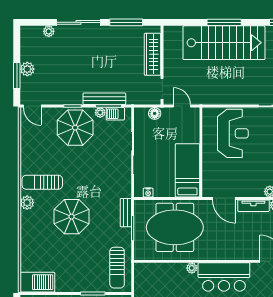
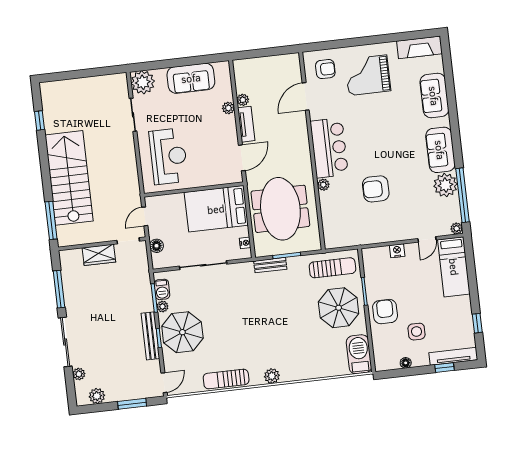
window: (224, 22) -> (51, 220), moved
wardrobe: (153, 54) -> (99, 255), width x0.67
plant: (27, 69) -> (97, 396), moved
bench: (104, 99) -> (150, 336), moved
reception desk: (233, 133) -> (169, 156), turned 90
bed: (187, 170) -> (216, 209), width x1.50
sun lounger: (42, 182) -> (226, 379), moved, turned 90
parasol: (72, 217) -> (339, 308), moved

